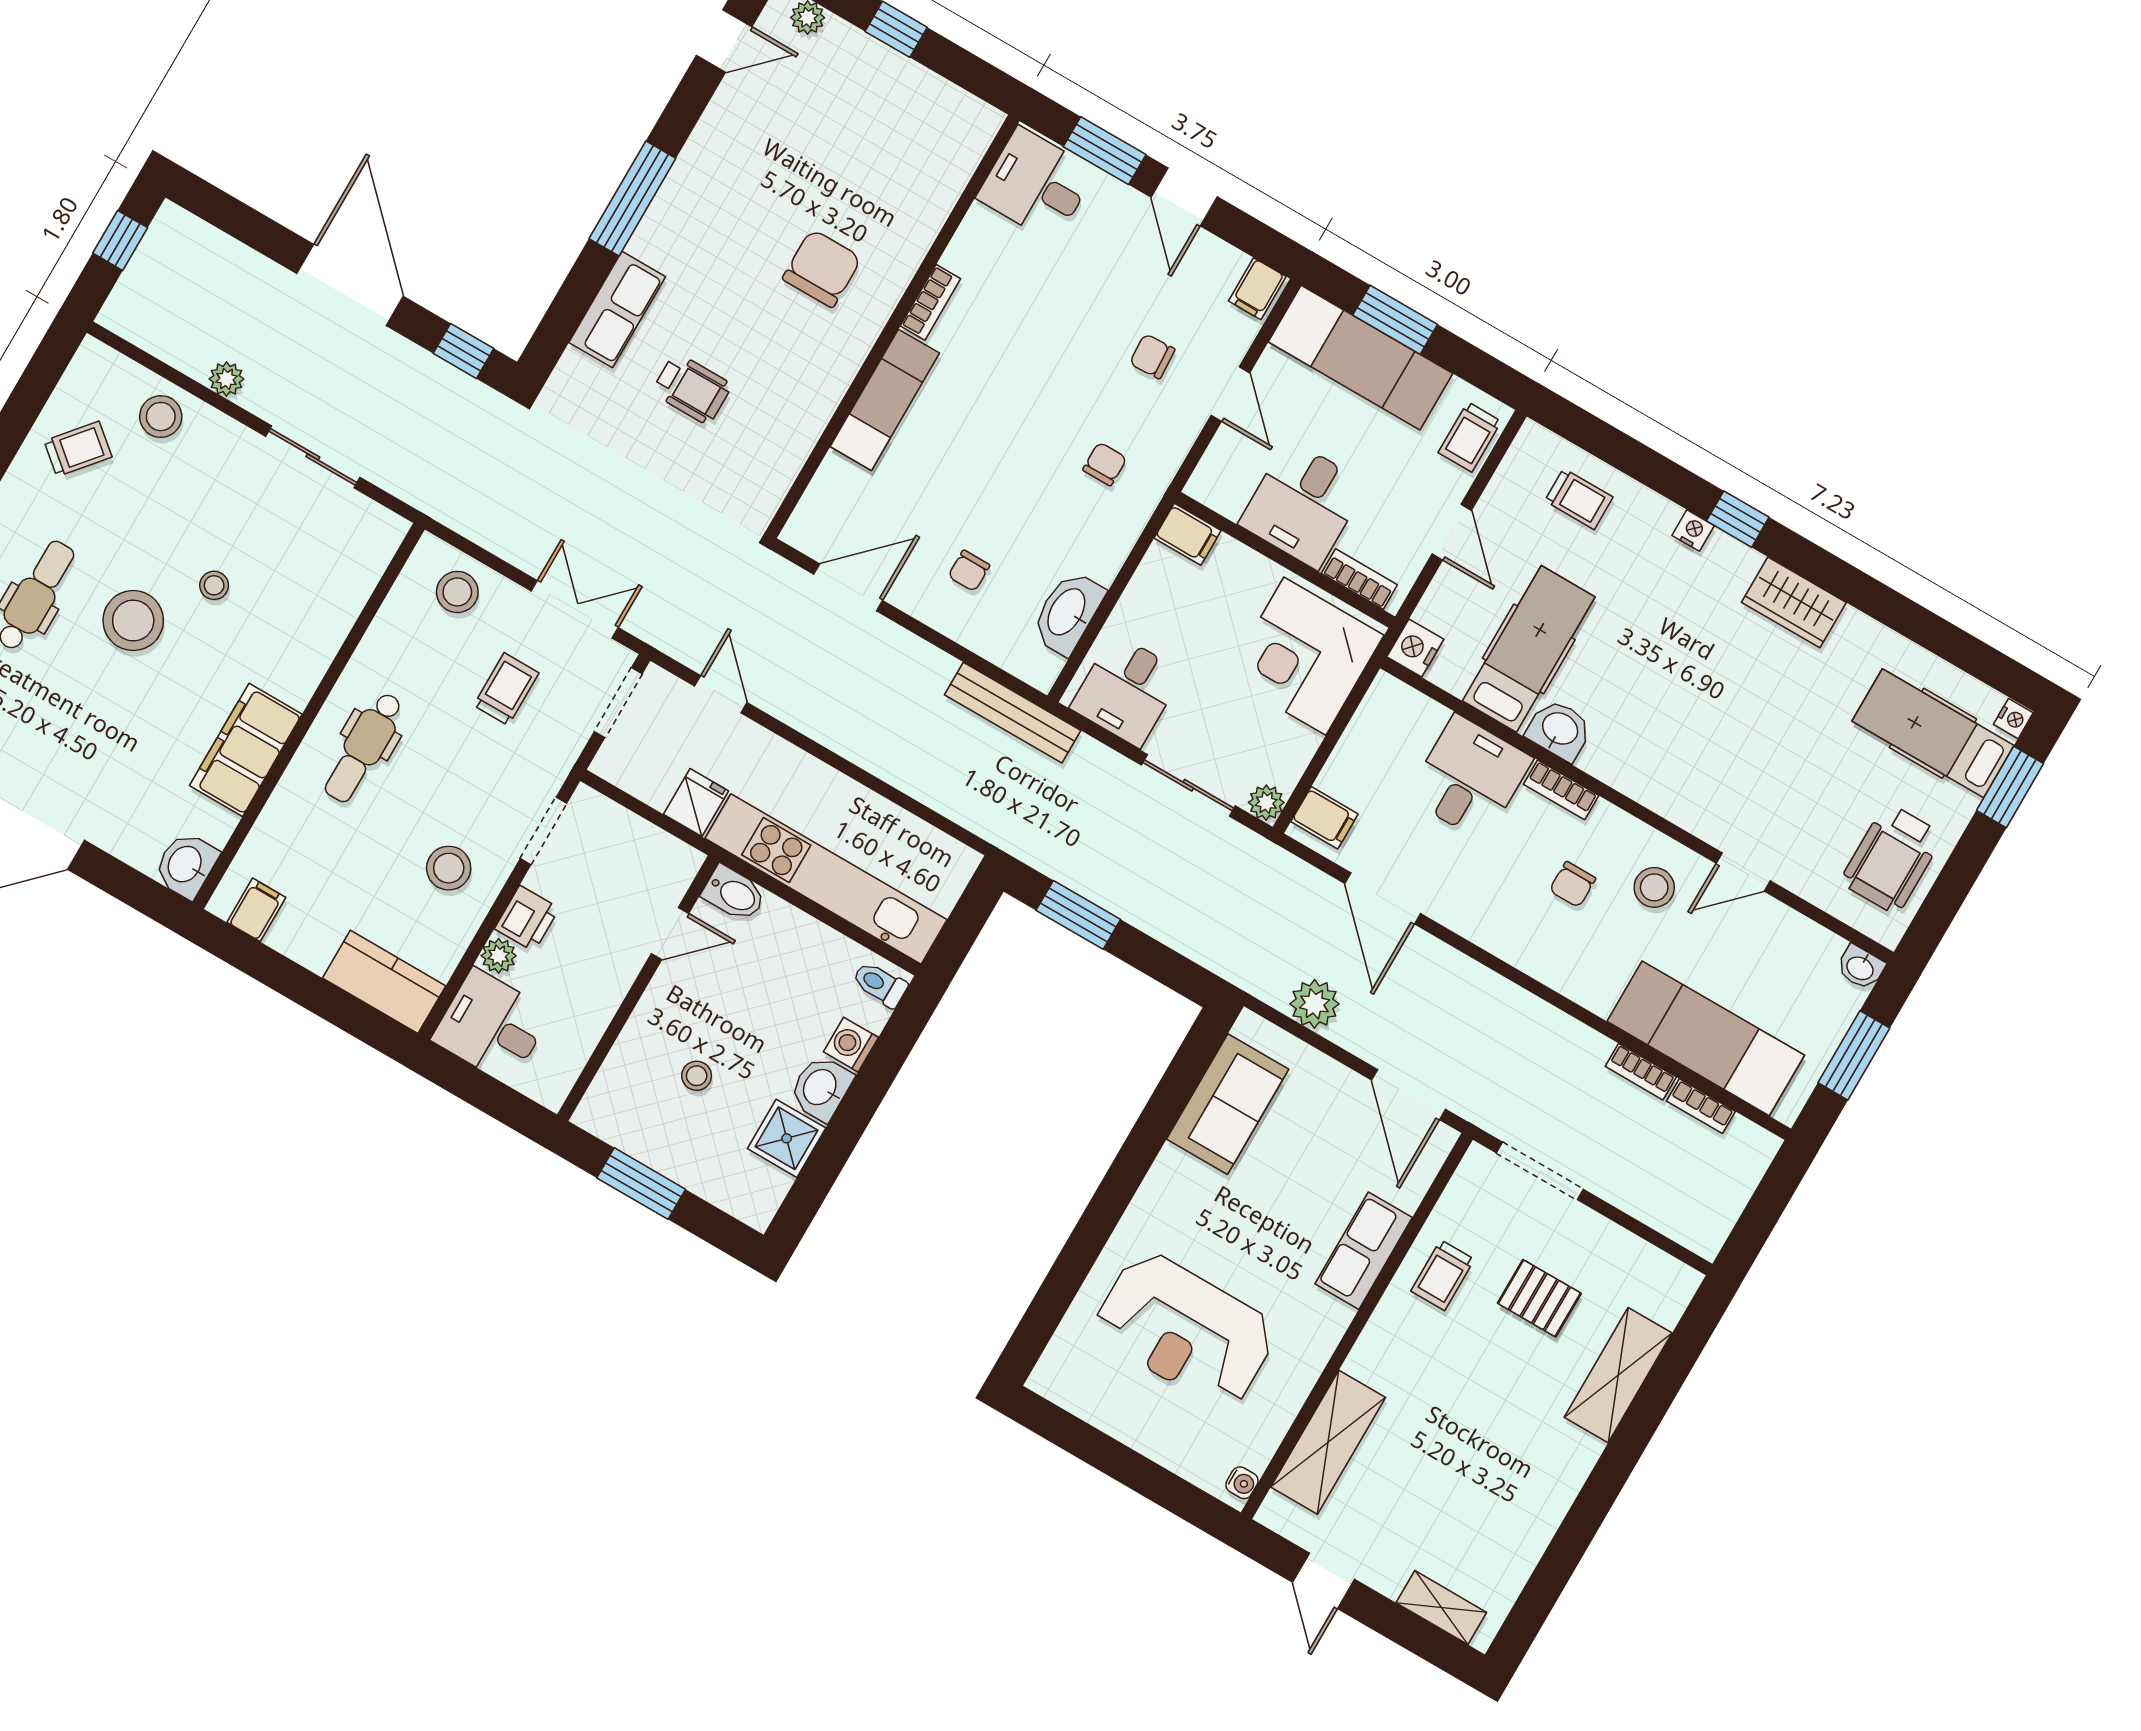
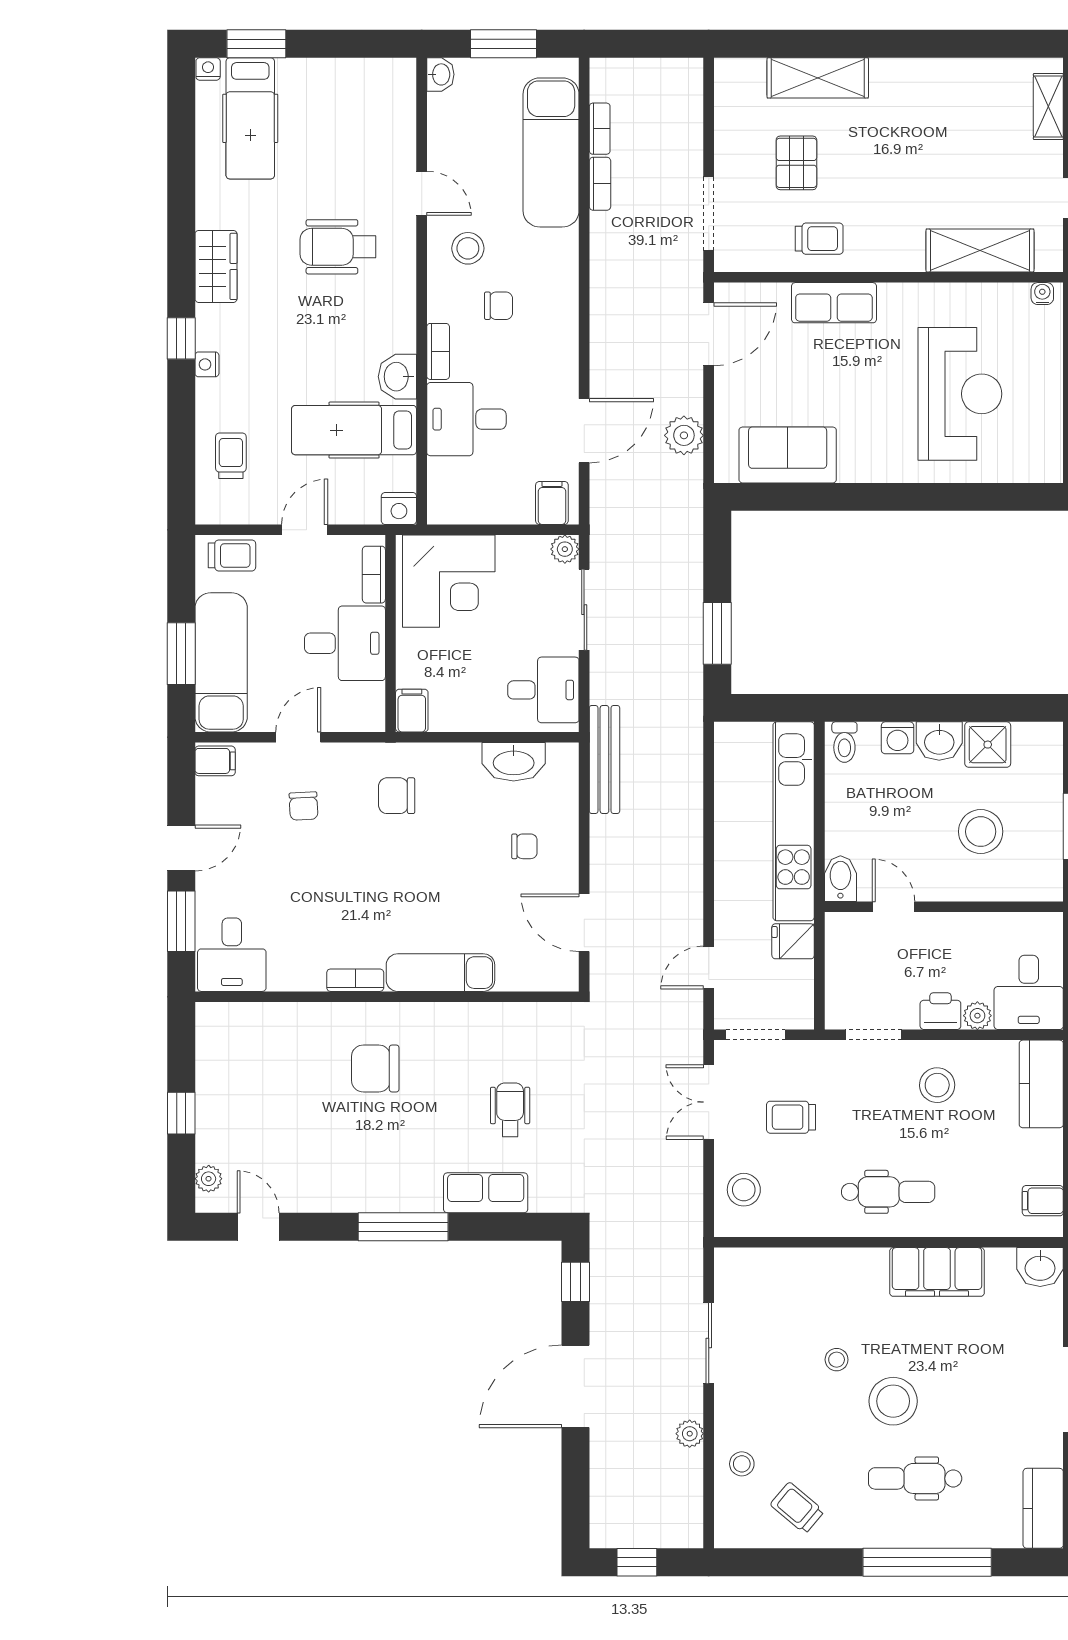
stool: (161, 417) -> (742, 1464), width x0.73, depth x0.73
chair: (1105, 464) -> (397, 796), width x1.37, depth x1.37
wheelchair: (1892, 859) -> (338, 247), moved, turned 180
stool: (697, 1076) -> (981, 832), width x1.89, depth x1.89

